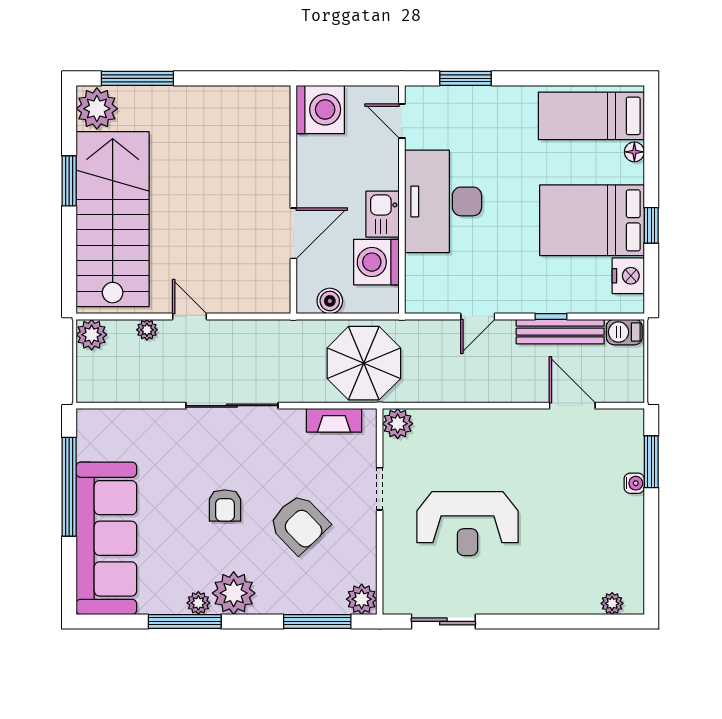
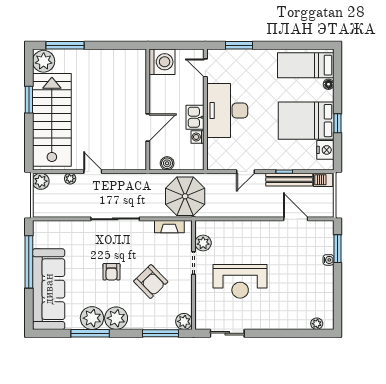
washing machine: (376, 262) -> (197, 137), width x0.53, depth x0.53
plant: (398, 424) -> (203, 243), moved
plant: (198, 603) -> (92, 318), width x1.88, depth x1.88

